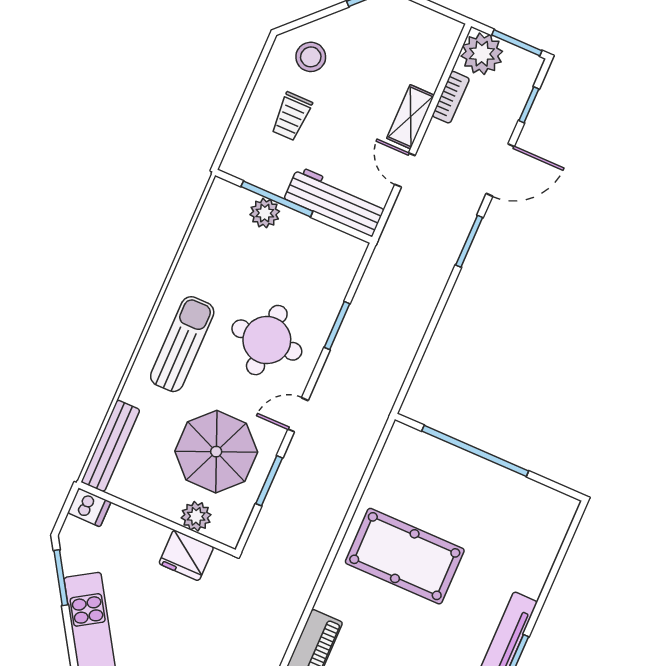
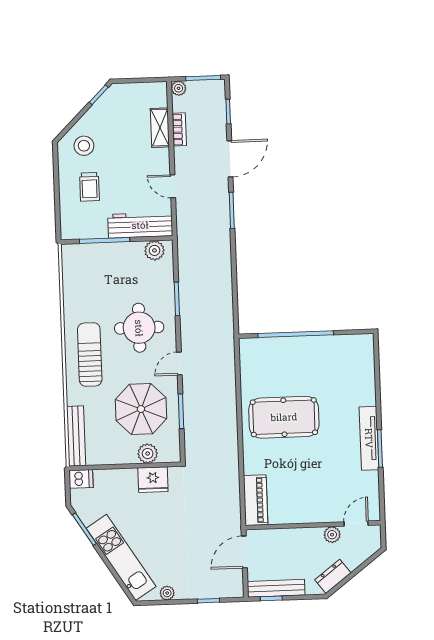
plant: (482, 54) -> (179, 88), width x0.53, depth x0.53
shelving: (411, 117) -> (160, 128), moved
plant: (265, 213) -> (154, 250), moved

